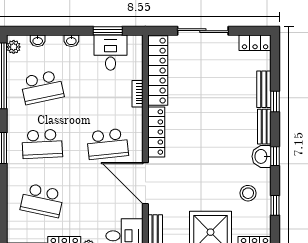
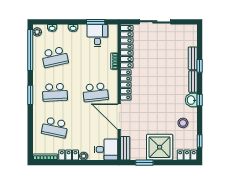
locker: (255, 43) -> (187, 29), removed
window: (275, 205) -> (200, 141), moved

